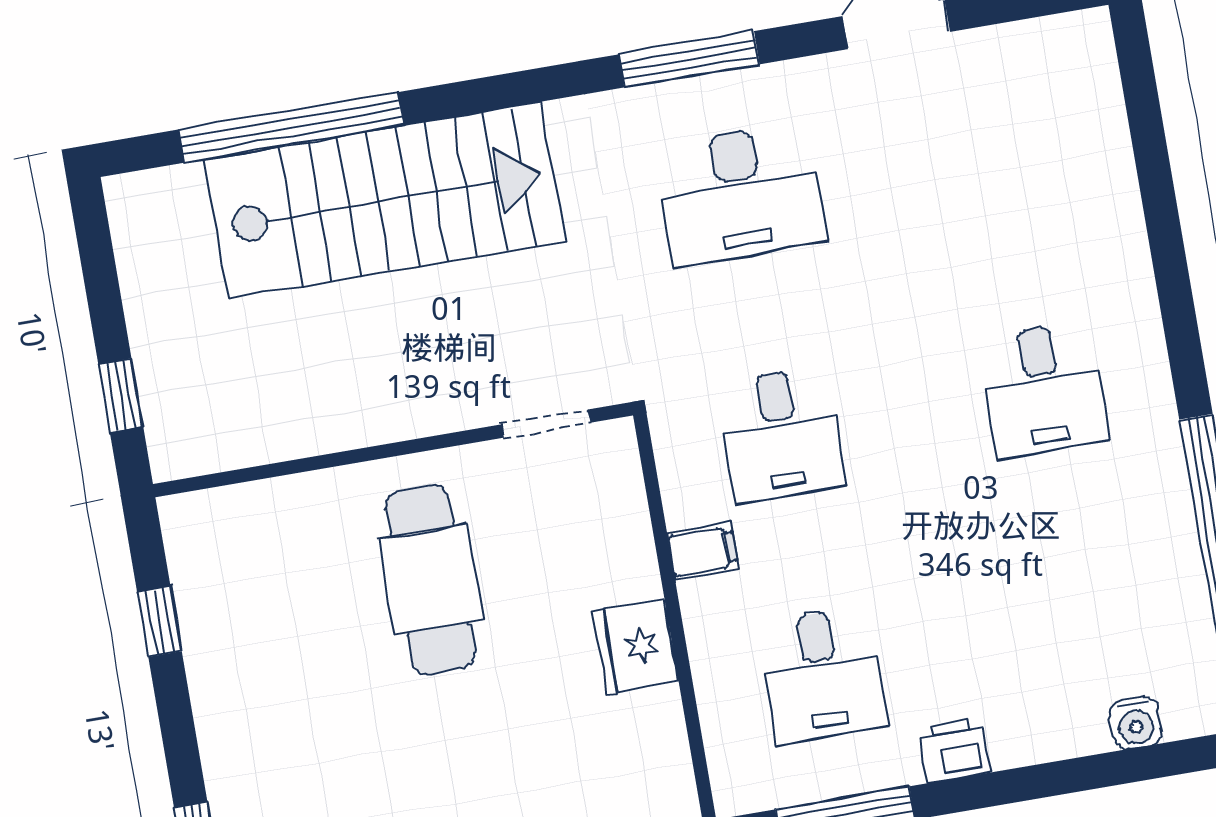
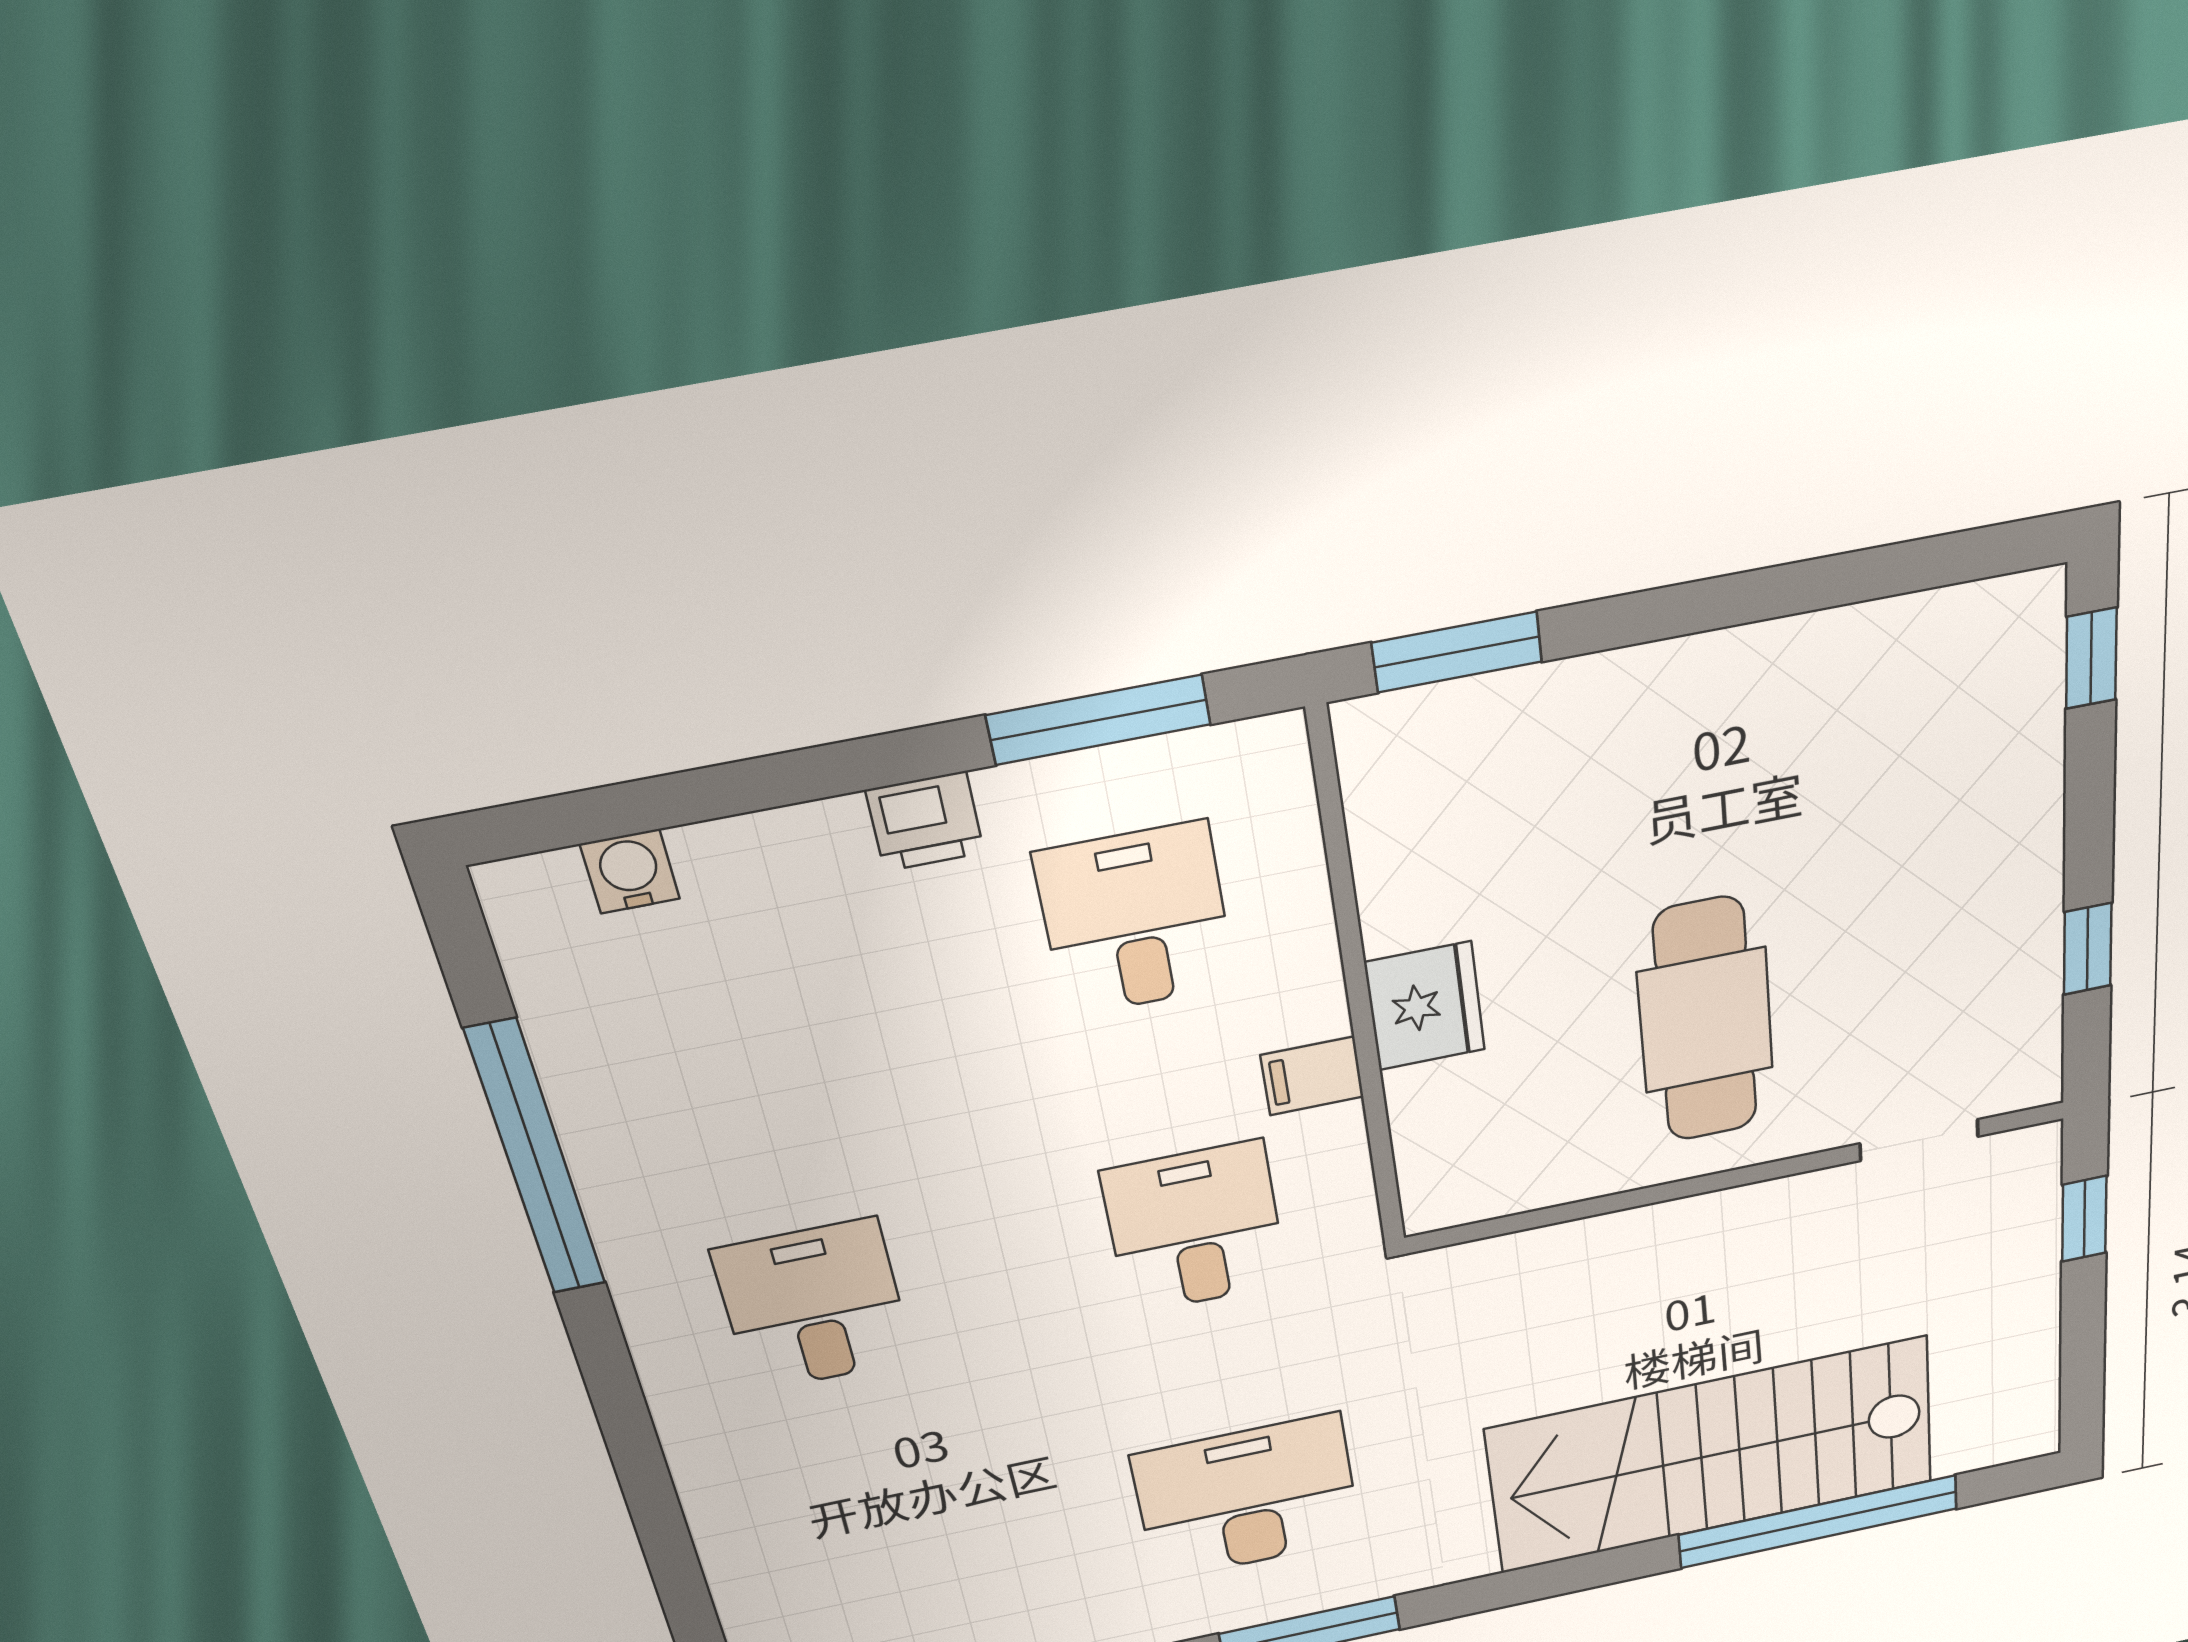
doorway: (546, 424) -> (1919, 1140), moved
fridge: (636, 646) -> (1425, 1006), moved

